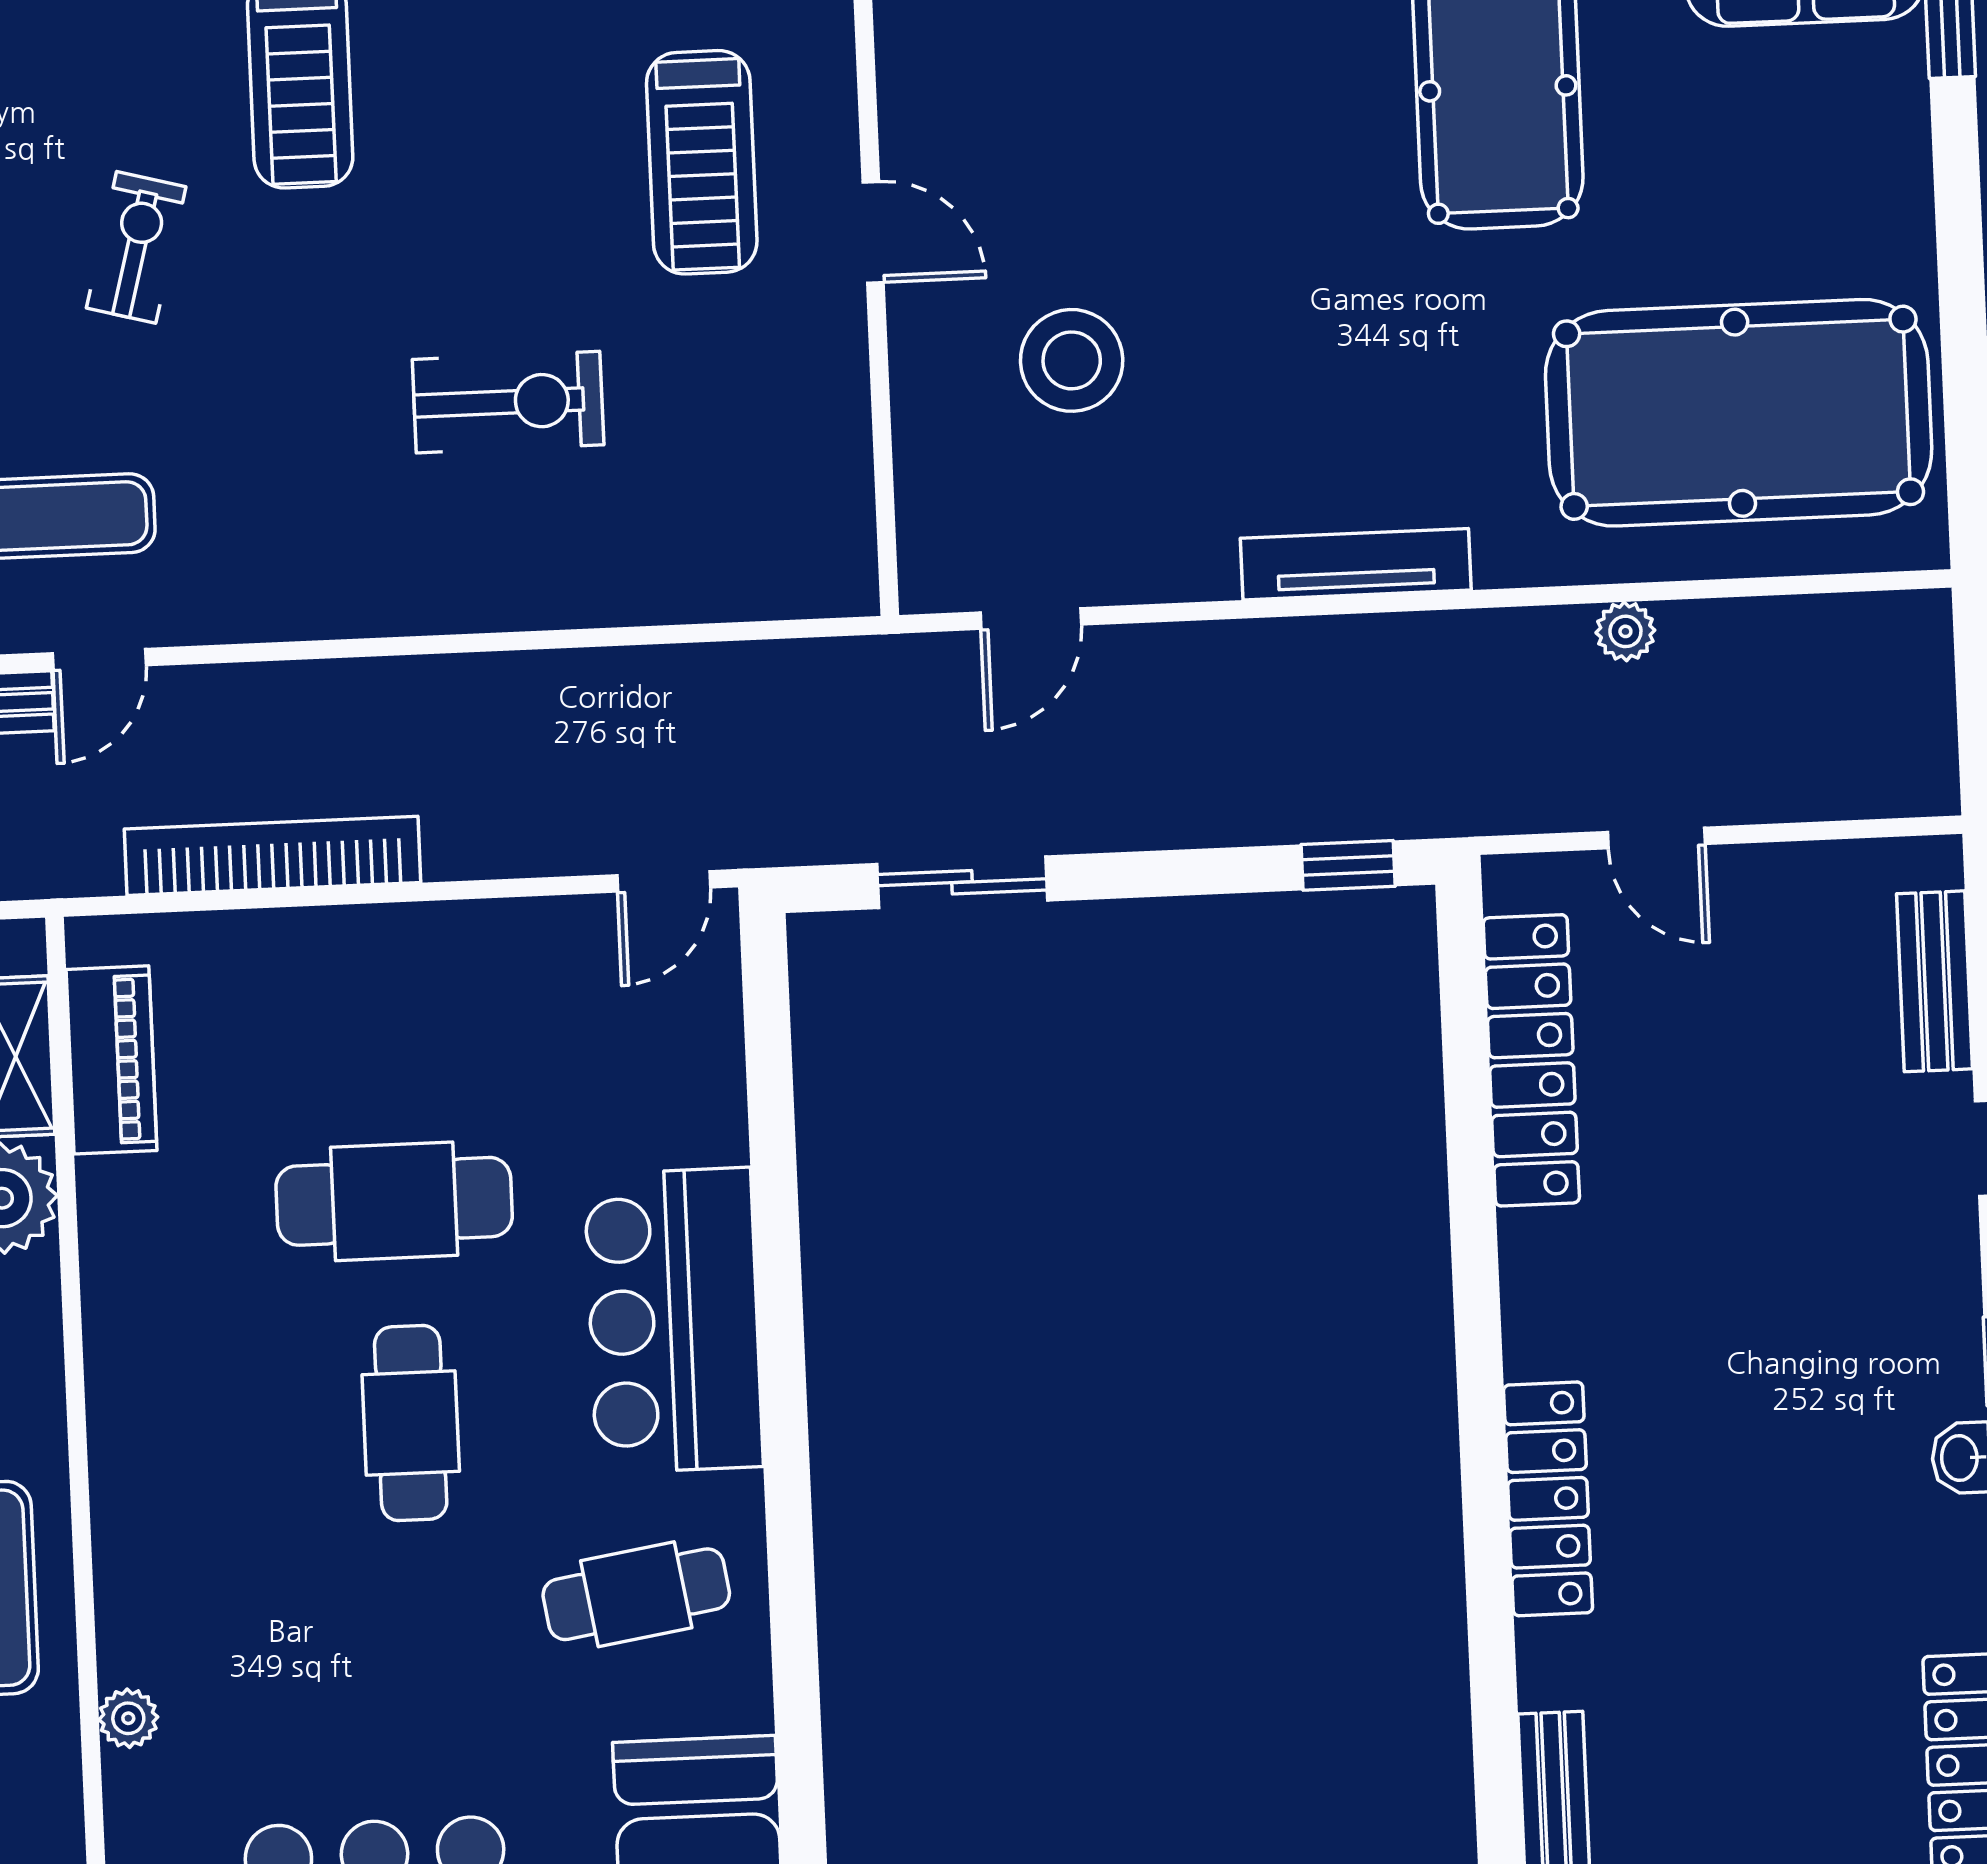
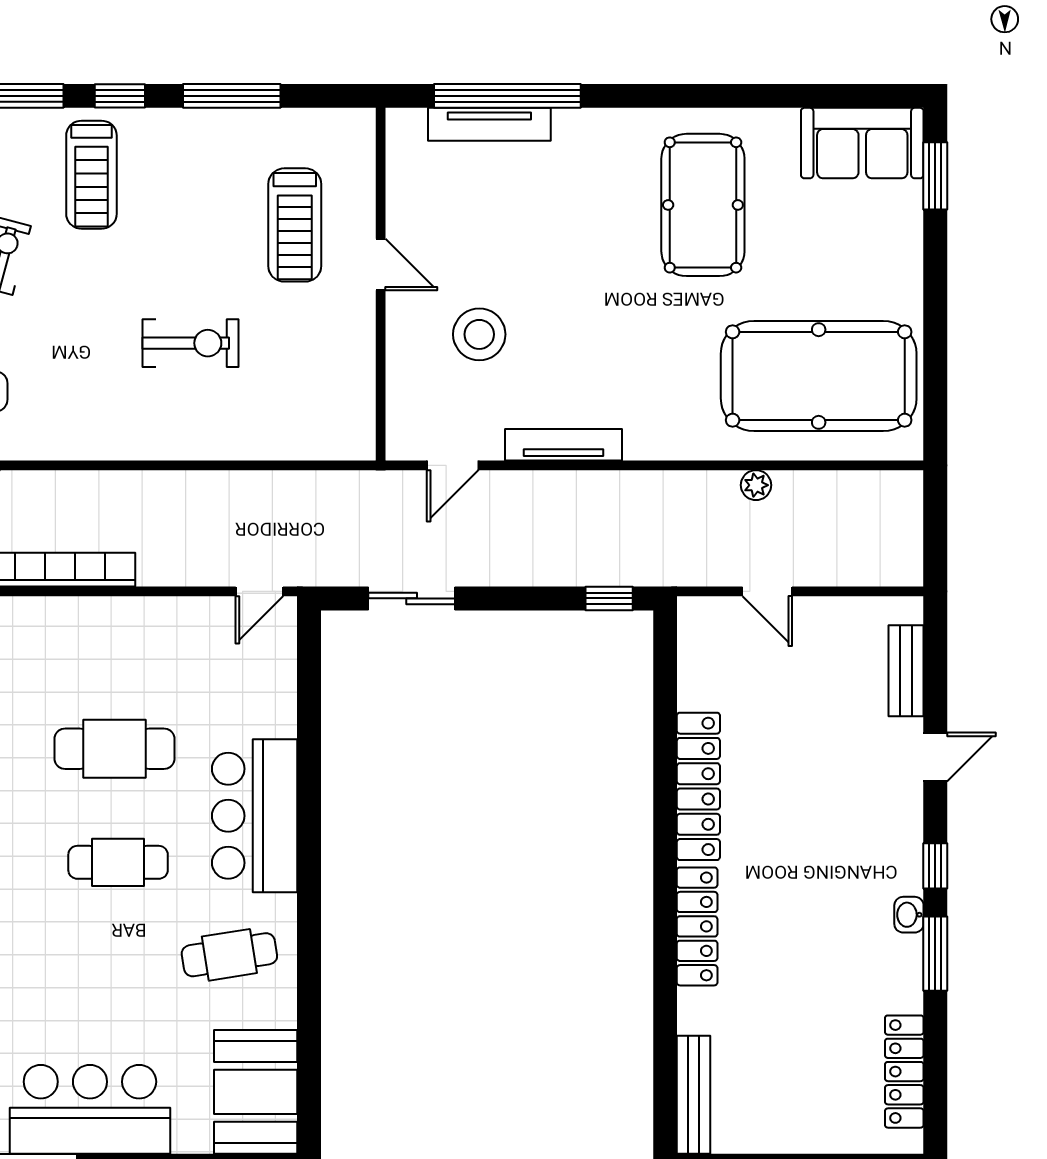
tv unit: (1356, 564) -> (563, 445), moved
locker: (1531, 1060) -> (698, 786), moved
cafe table: (411, 1423) -> (118, 862), turned 90

